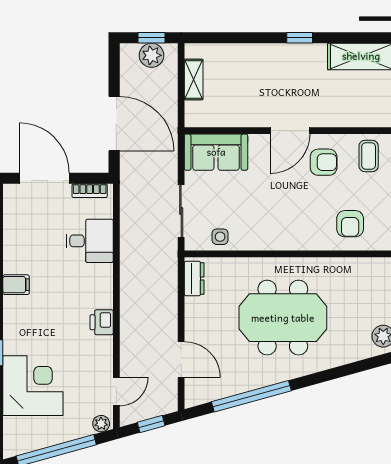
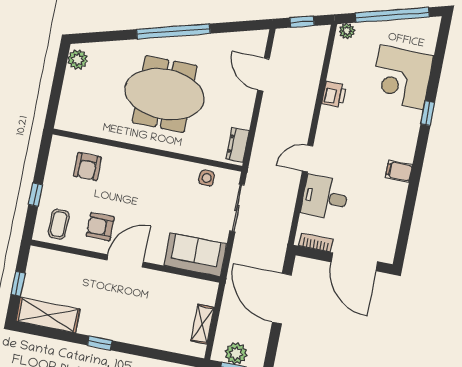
armchair: (350, 224) -> (87, 167), turned 180
printer: (102, 322) -> (334, 94), moved
door: (116, 392) -> (308, 158), moved
window: (251, 396) -> (173, 31), moved

